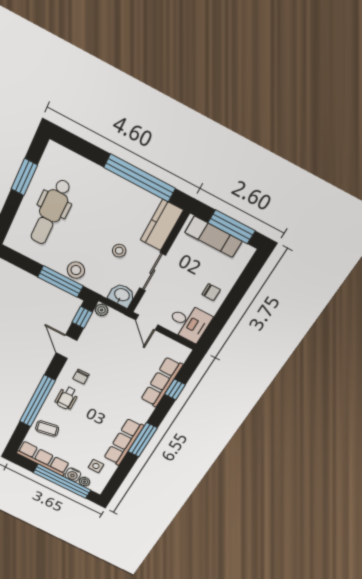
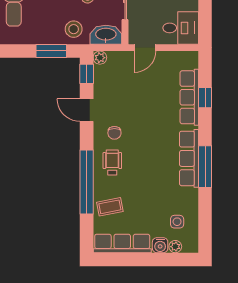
stool: (76, 270) -> (74, 29), moved
window: (60, 282) -> (51, 51), width x0.69
washbasin: (122, 295) -> (106, 35), width x1.38
door: (147, 322) -> (145, 48), hinge flipped
wheelchair: (67, 398) -> (112, 163), turned 180
row of seats: (124, 442) -> (189, 158), moved
window: (62, 481) -> (153, 259), removed

